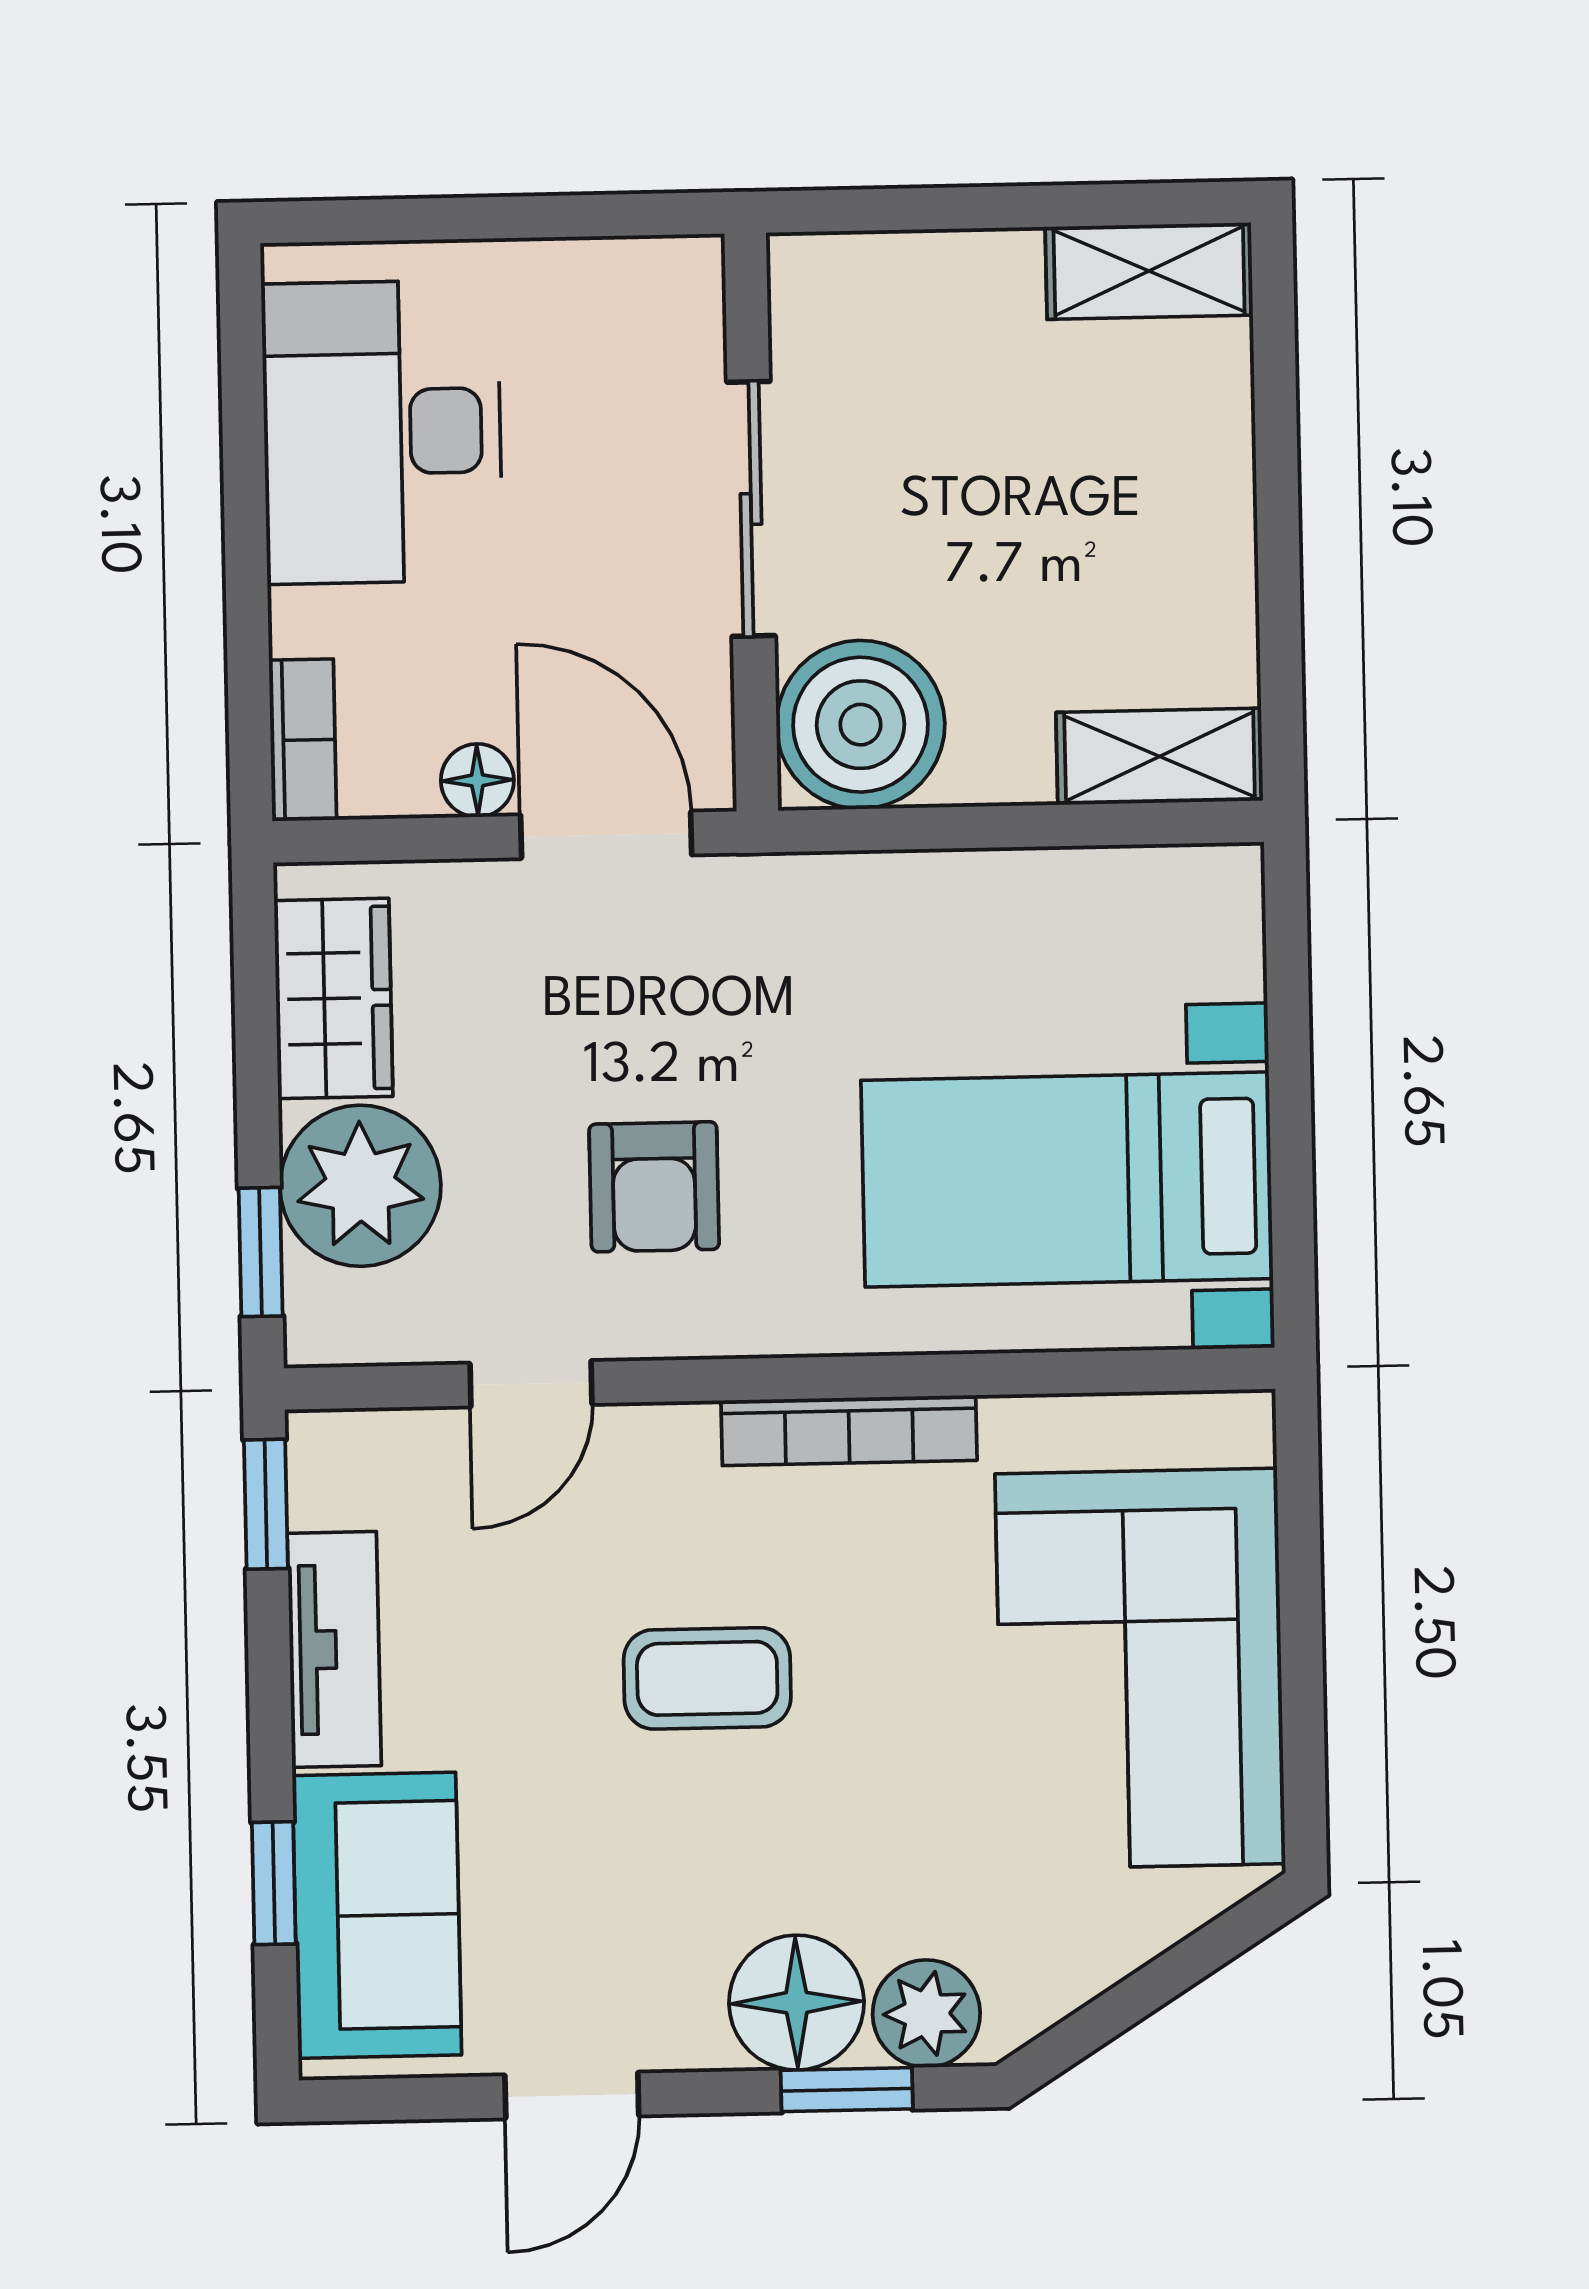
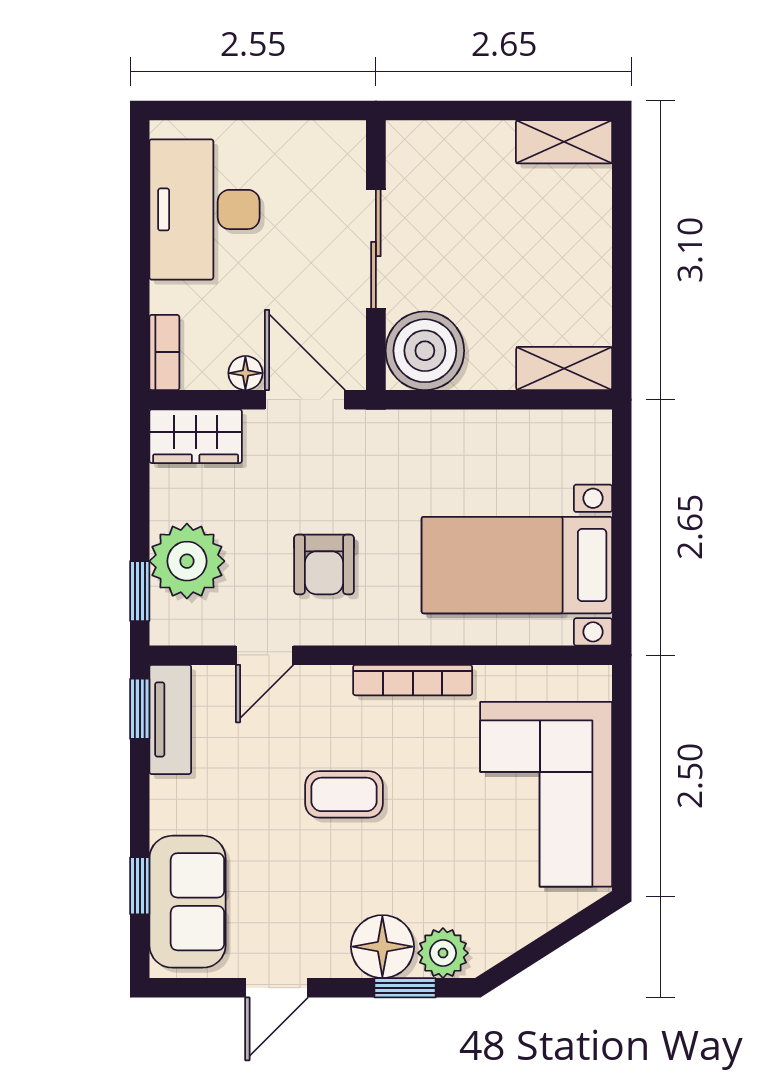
wardrobe: (333, 998) -> (196, 436), moved, turned 90
tv unit: (334, 1649) -> (170, 719), moved

